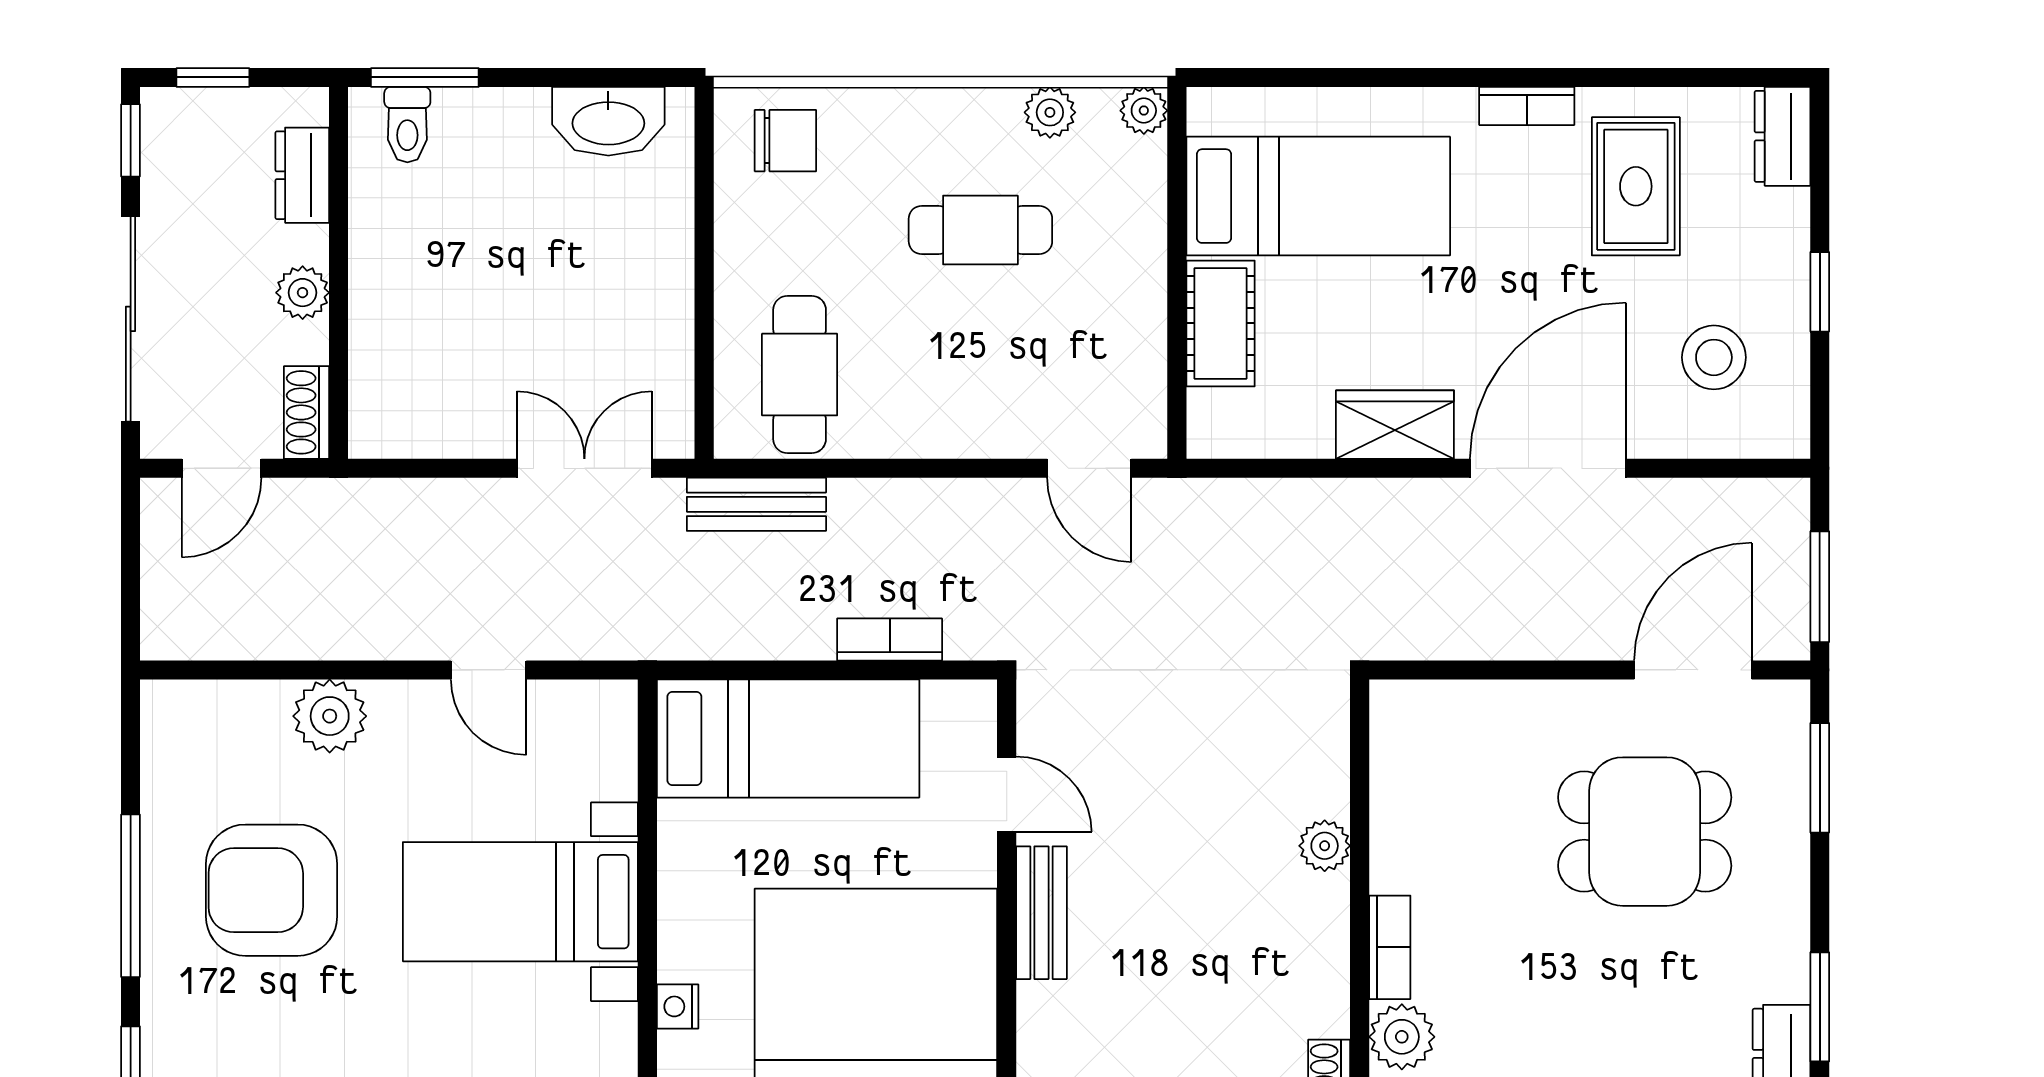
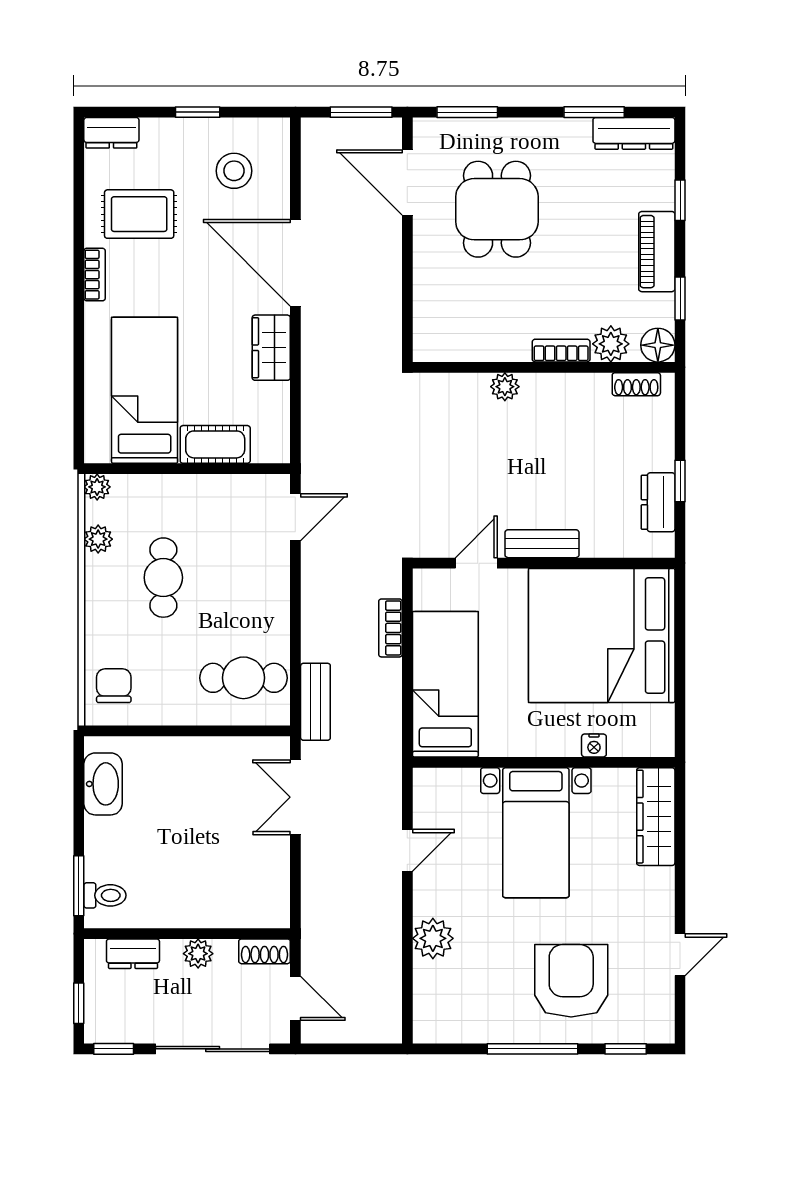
armchair: (272, 890) -> (571, 981), moved, turned 180

